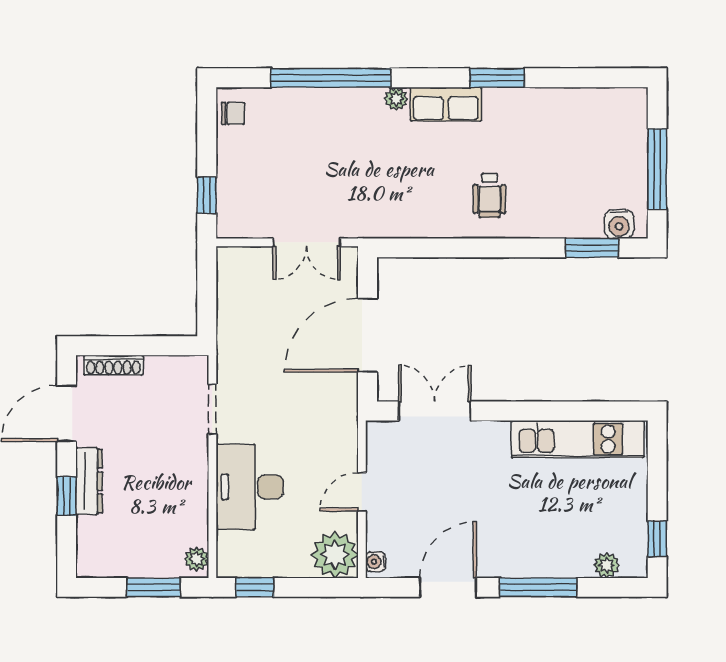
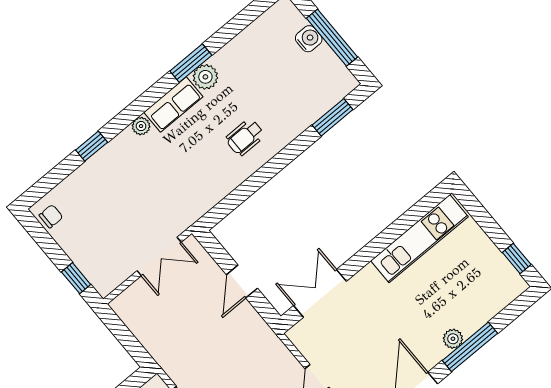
window: (331, 78) -> (92, 146), width x0.32
plant: (500, 103) -> (205, 77), added
wheelchair: (490, 195) -> (245, 137), turned 90
water cooler: (619, 224) -> (309, 39), moved, turned -90
door: (368, 335) -> (242, 282), width x0.53
plant: (607, 565) -> (453, 339), moved

